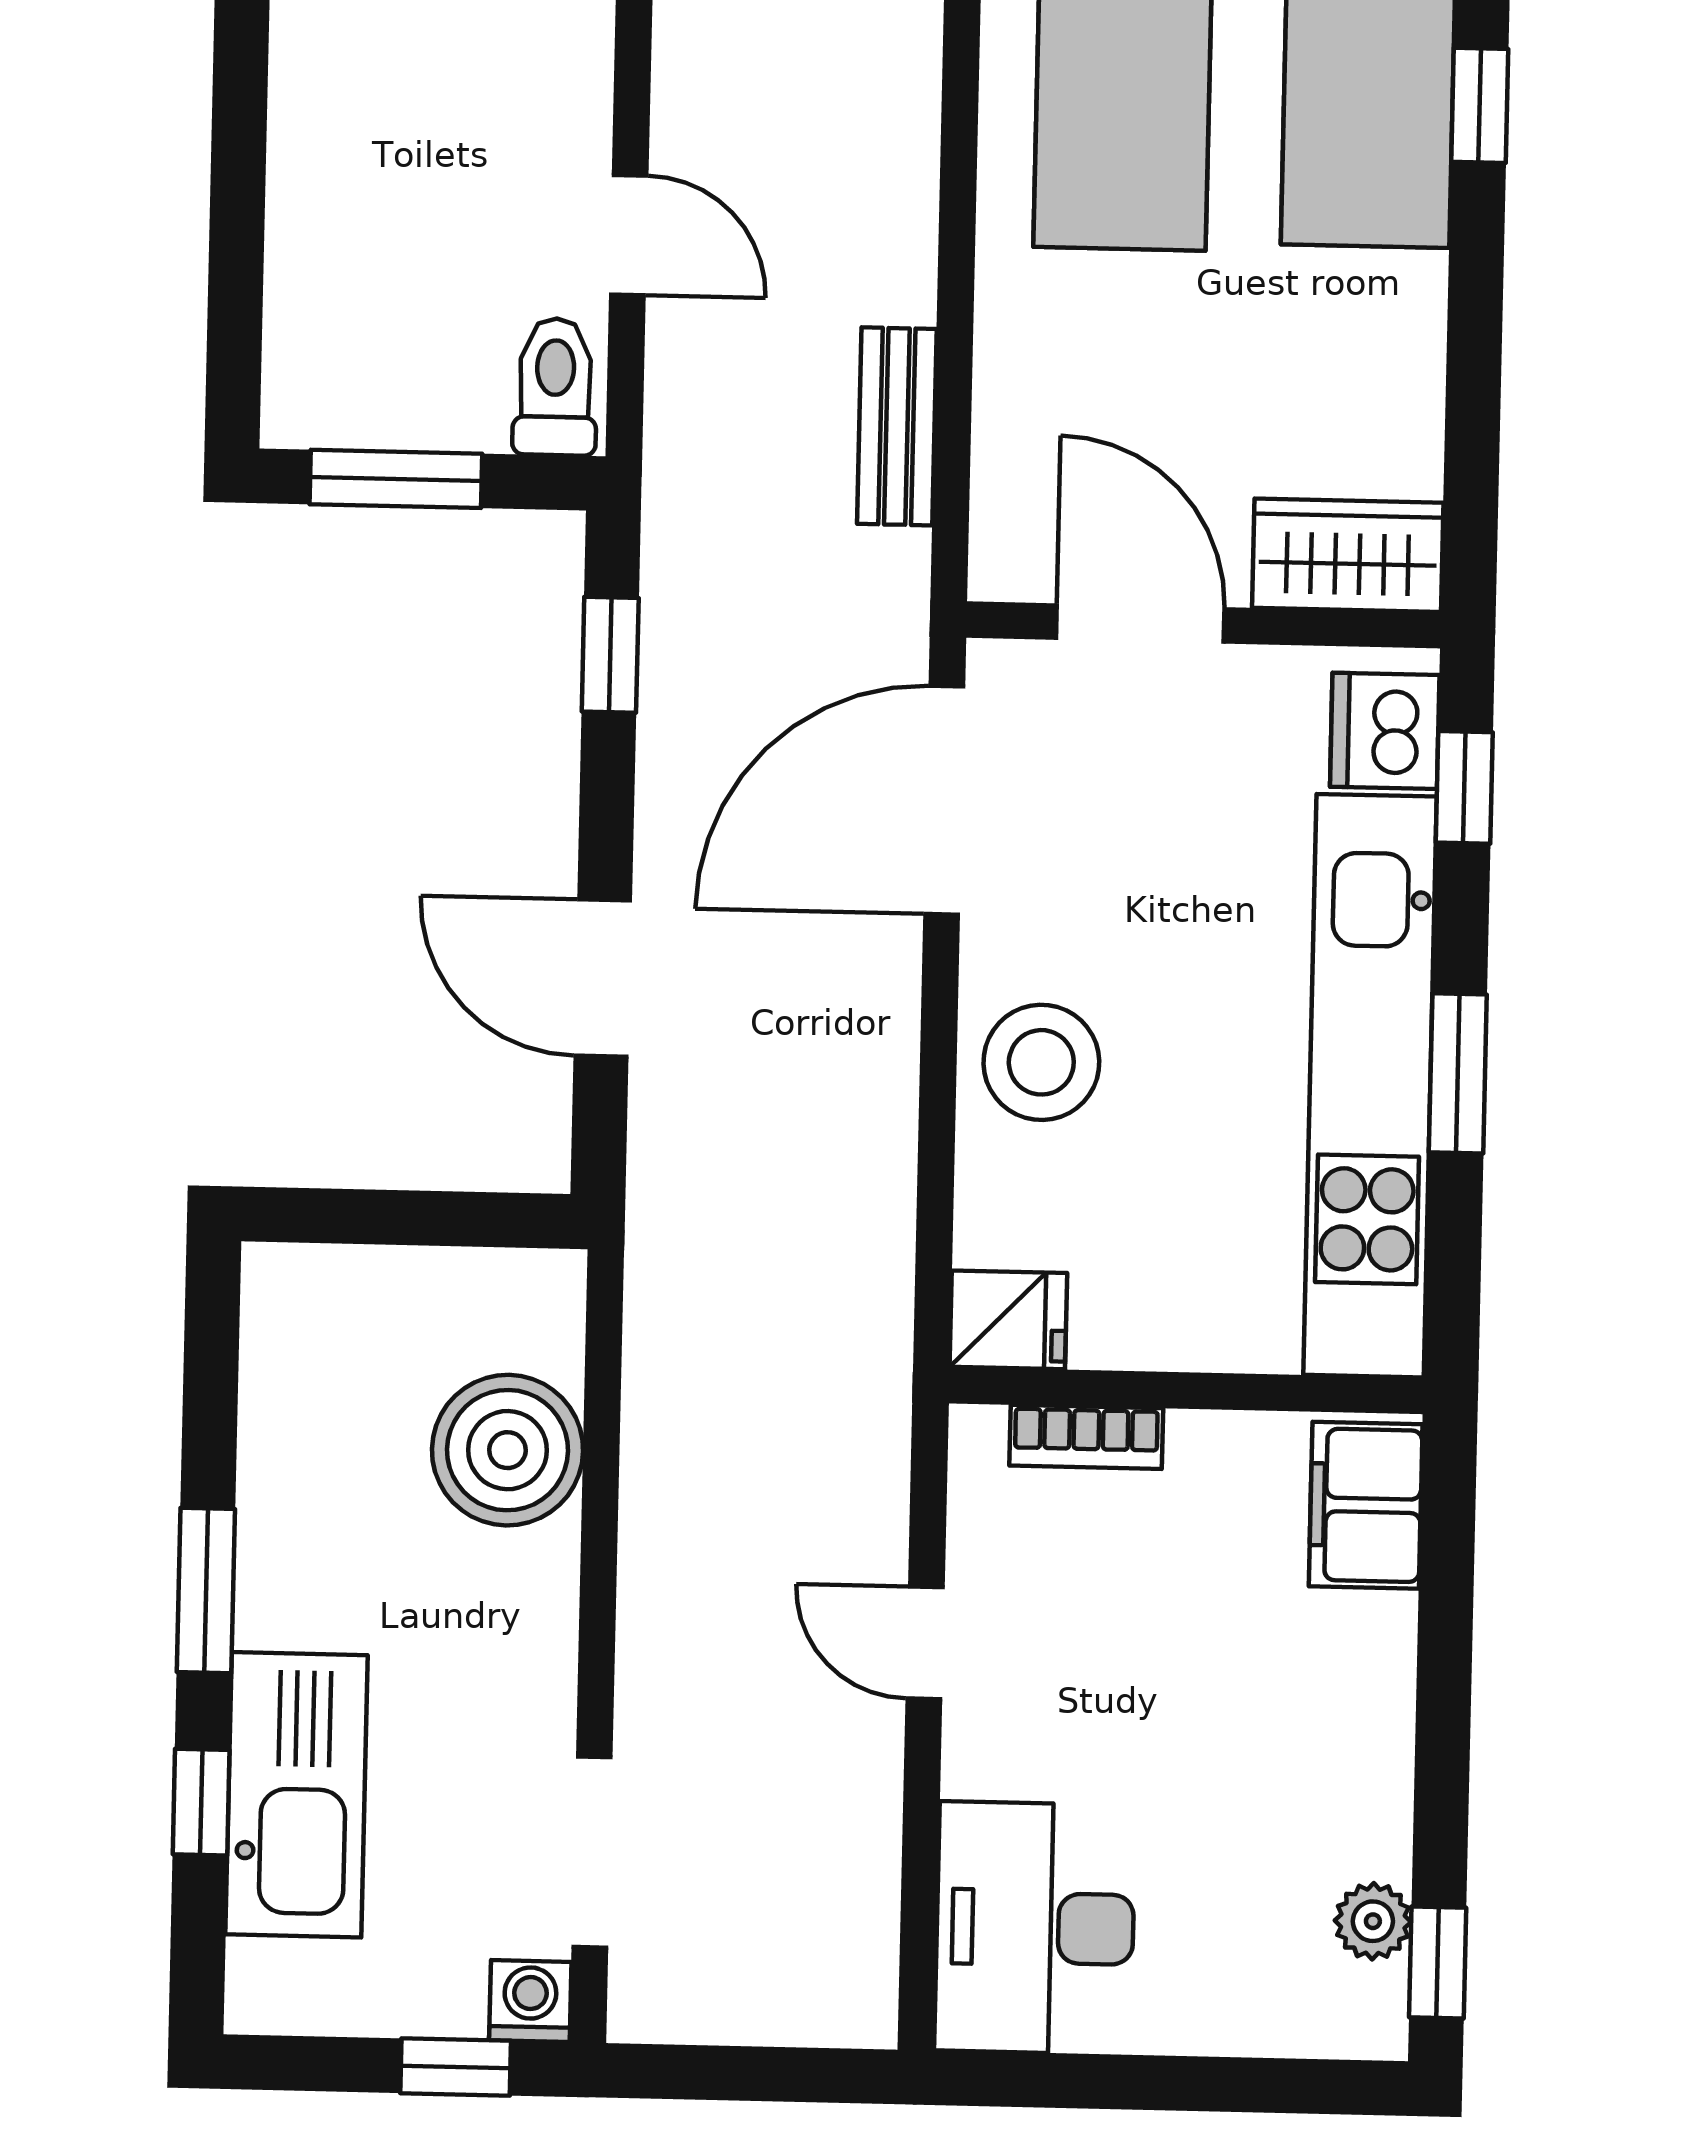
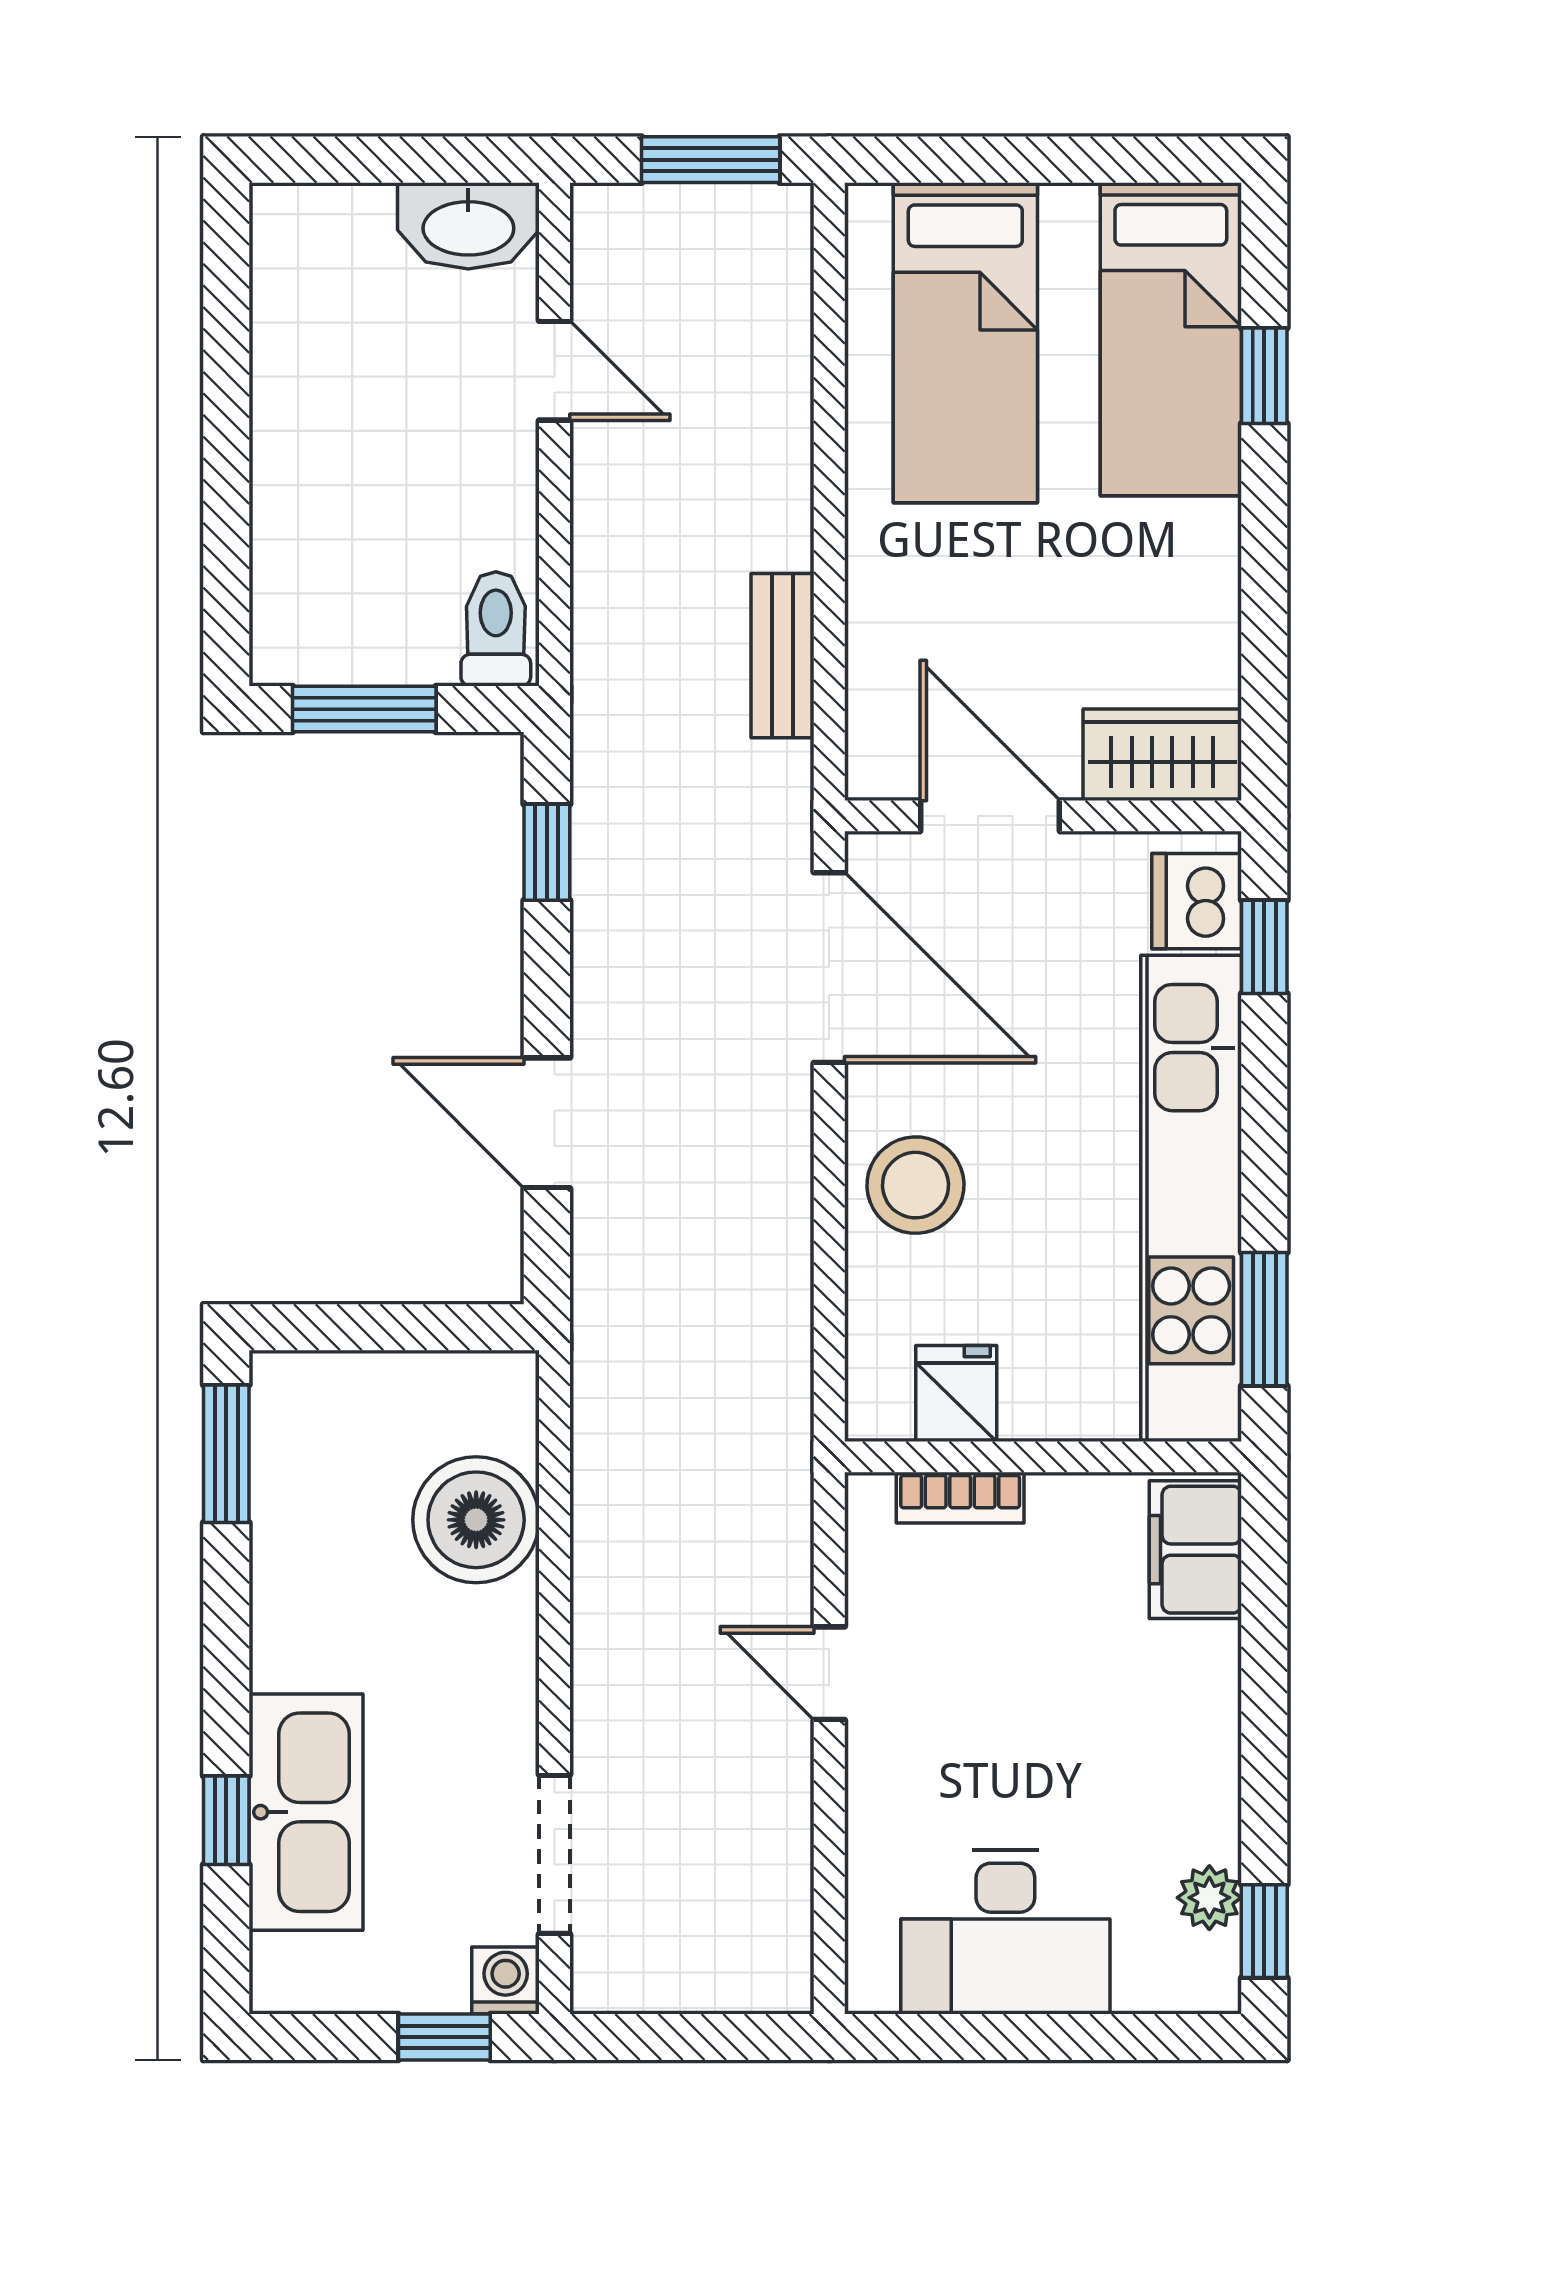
door: (629, 235) -> (555, 371), moved
door: (944, 800) -> (829, 968), swing flipped
window: (1458, 1073) -> (1264, 1319), moved
fridge: (1008, 1320) -> (956, 1393), moved, turned -90
window: (206, 1591) -> (226, 1454), moved
desk: (1035, 1928) -> (1005, 1932), moved, turned -90

